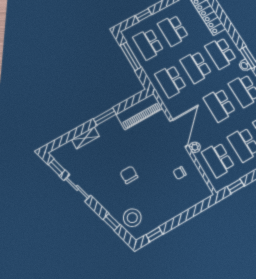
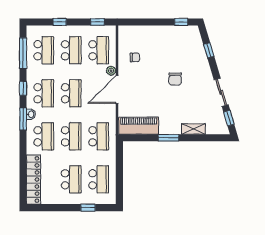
window: (131, 56) -> (119, 177), removed
stool: (132, 218) -> (191, 44), removed

